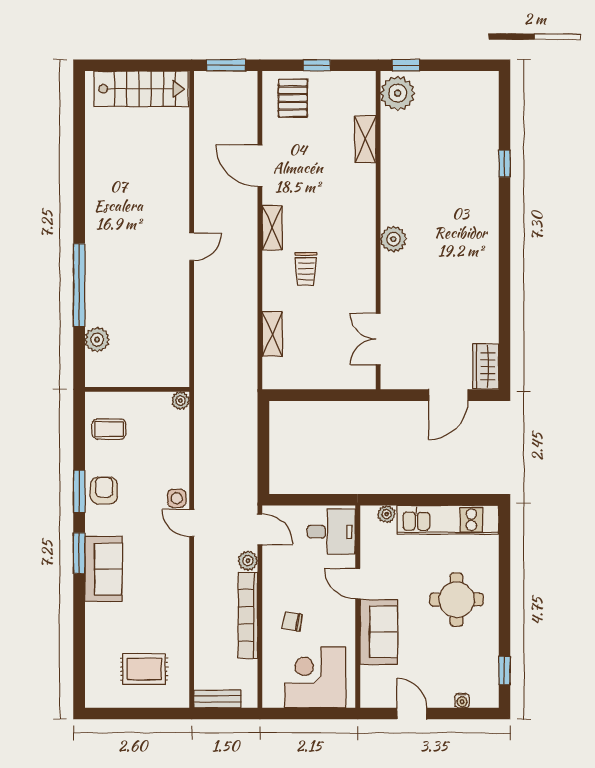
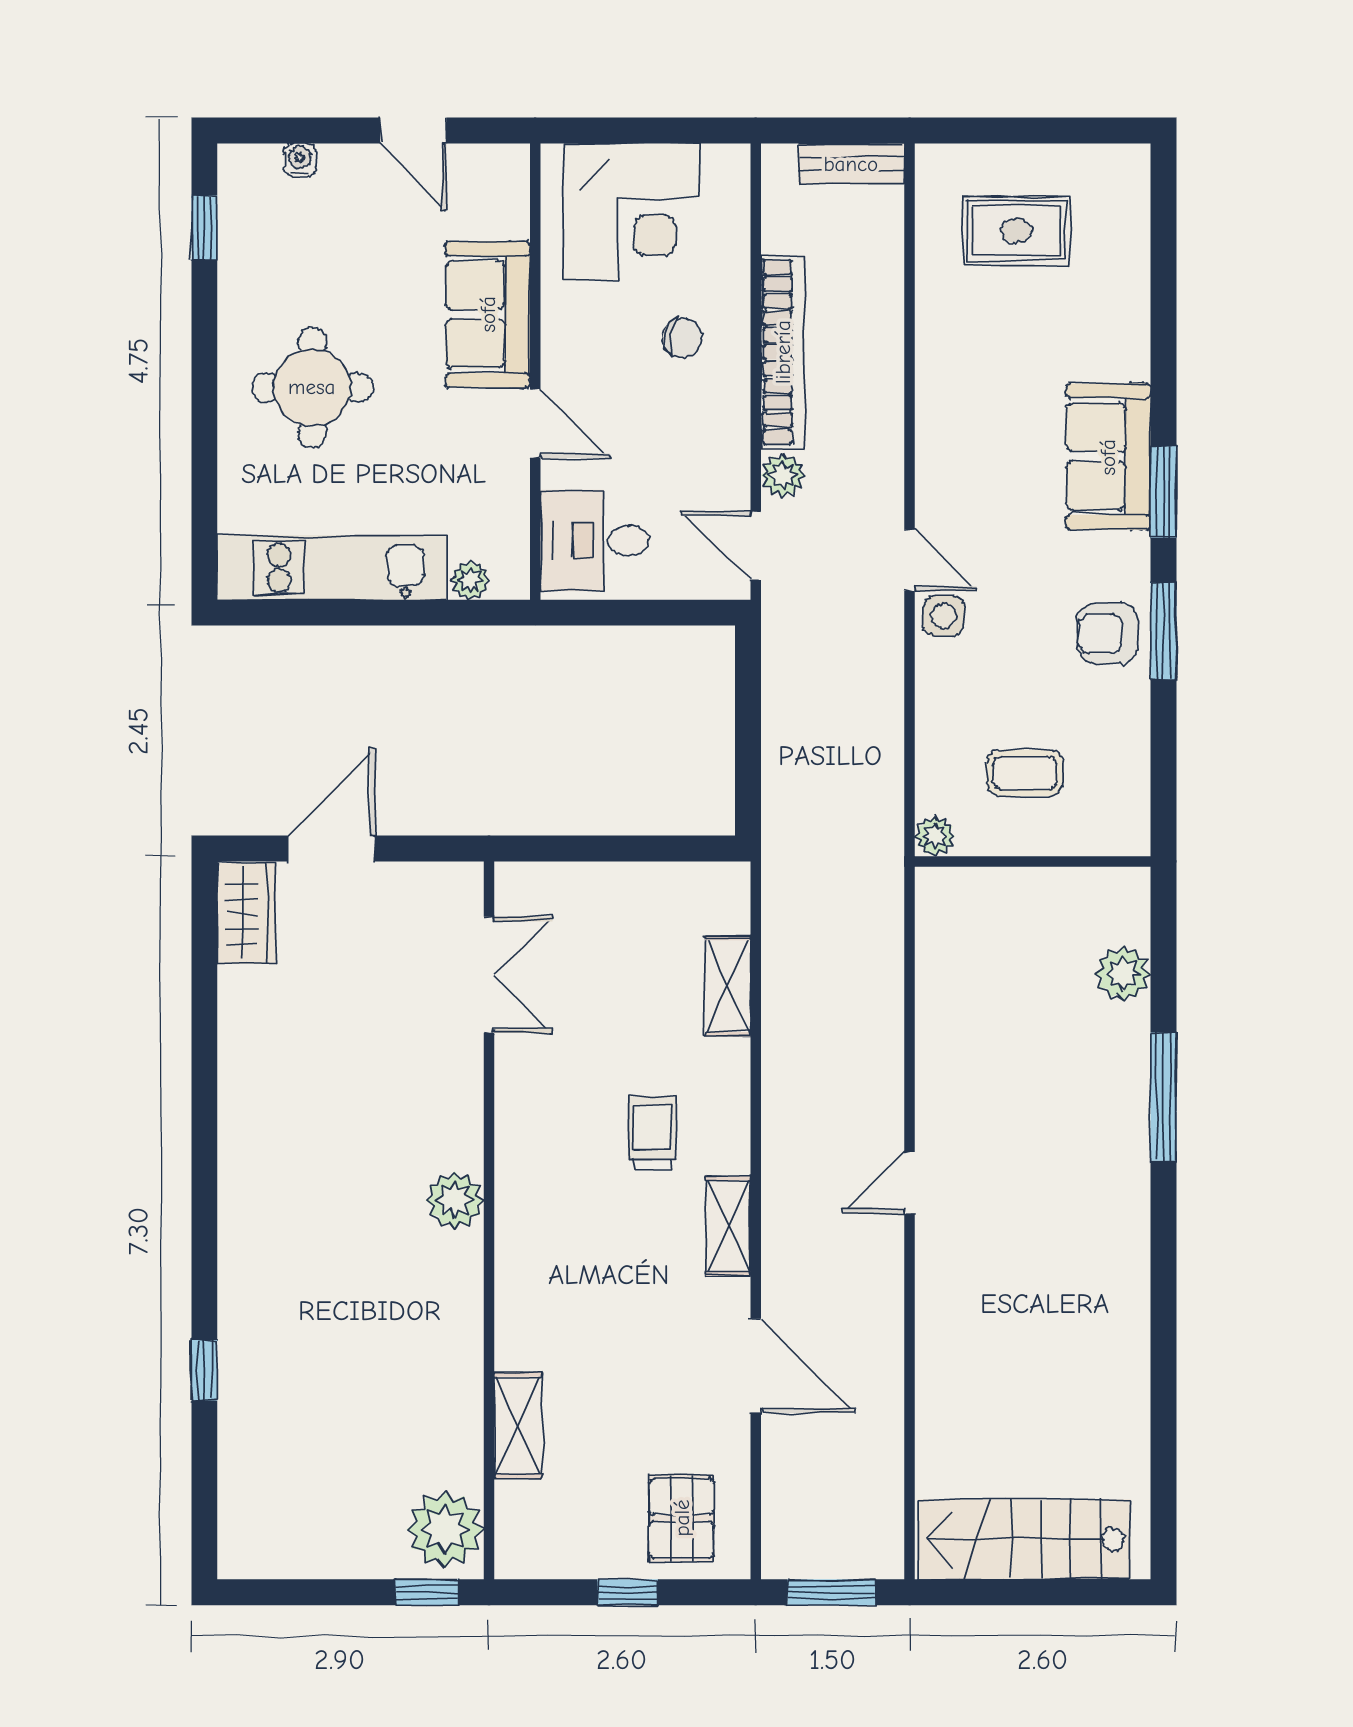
window: (79, 285) -> (1163, 1097), width x0.68
coffee table: (109, 429) -> (1025, 773), moved
armchair: (104, 490) -> (1107, 633), turned 90

